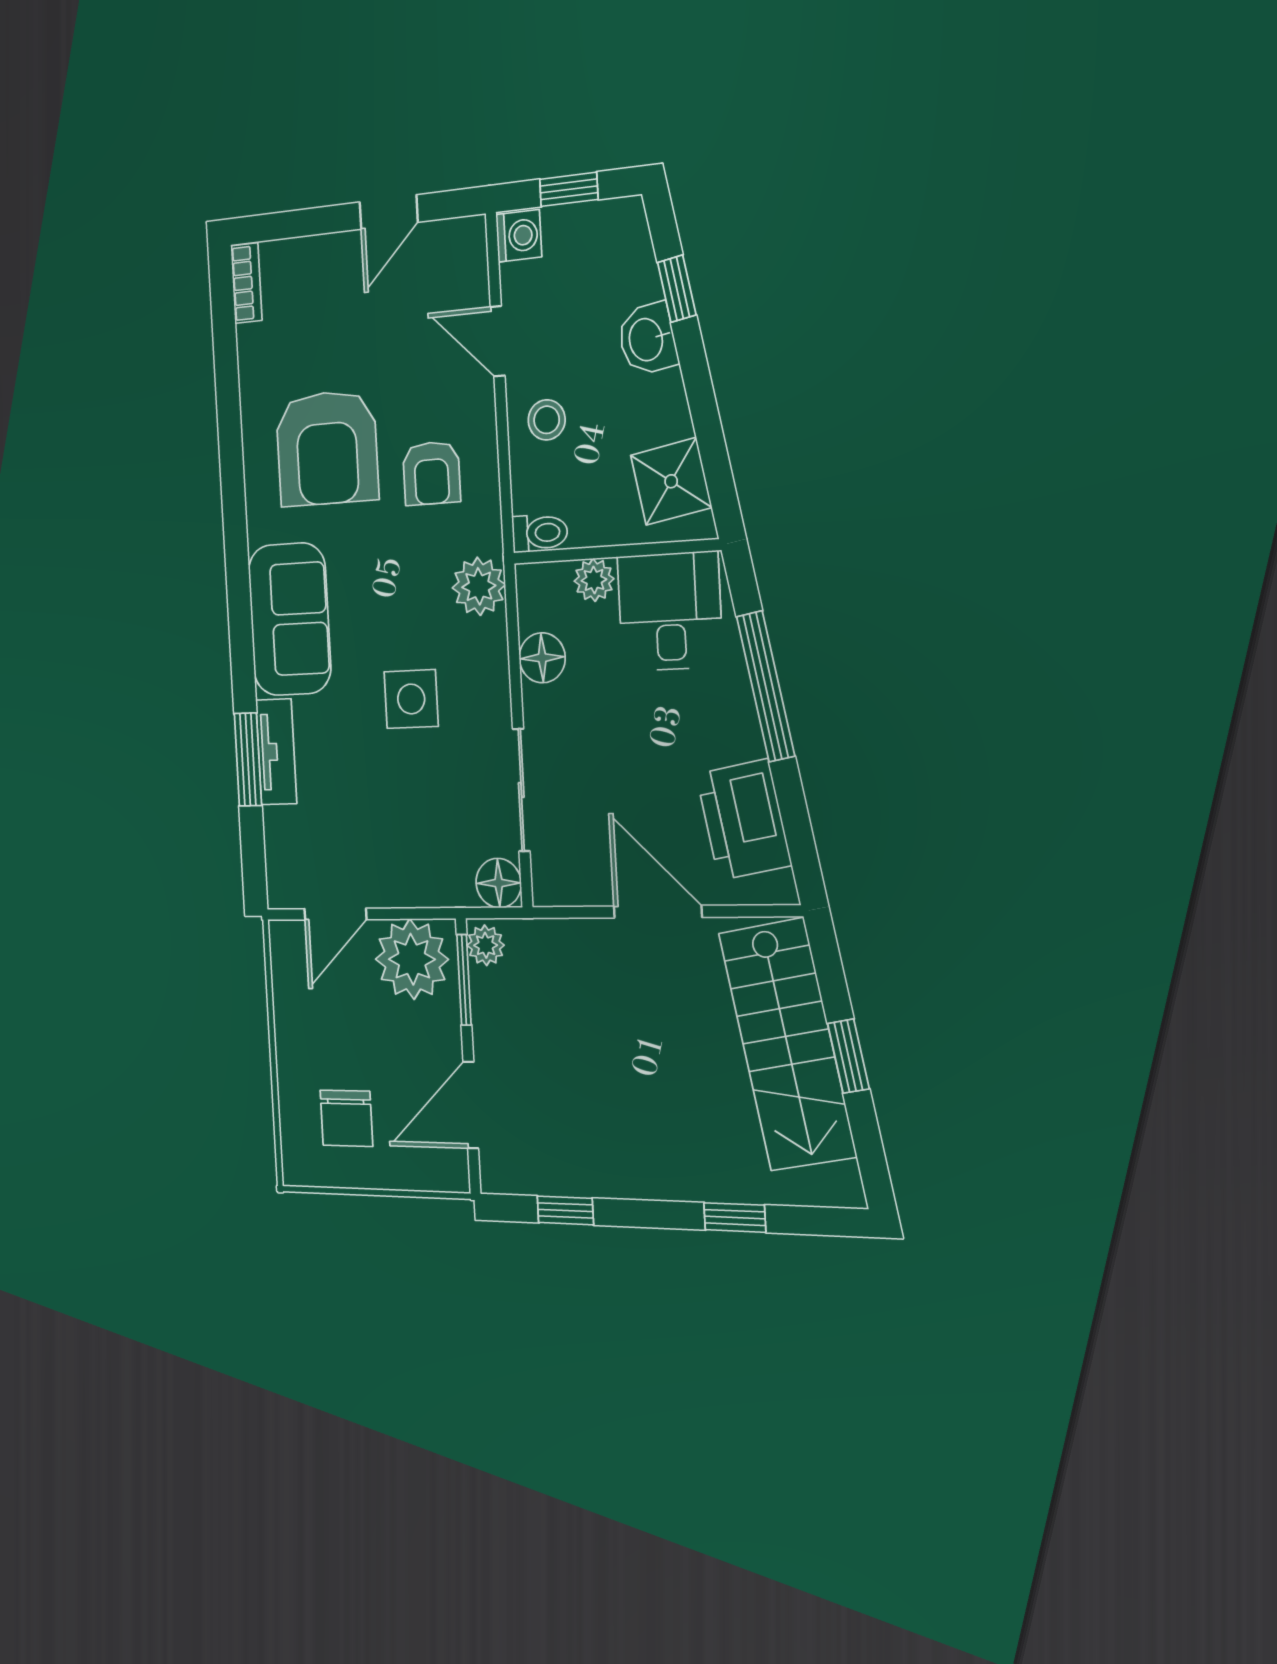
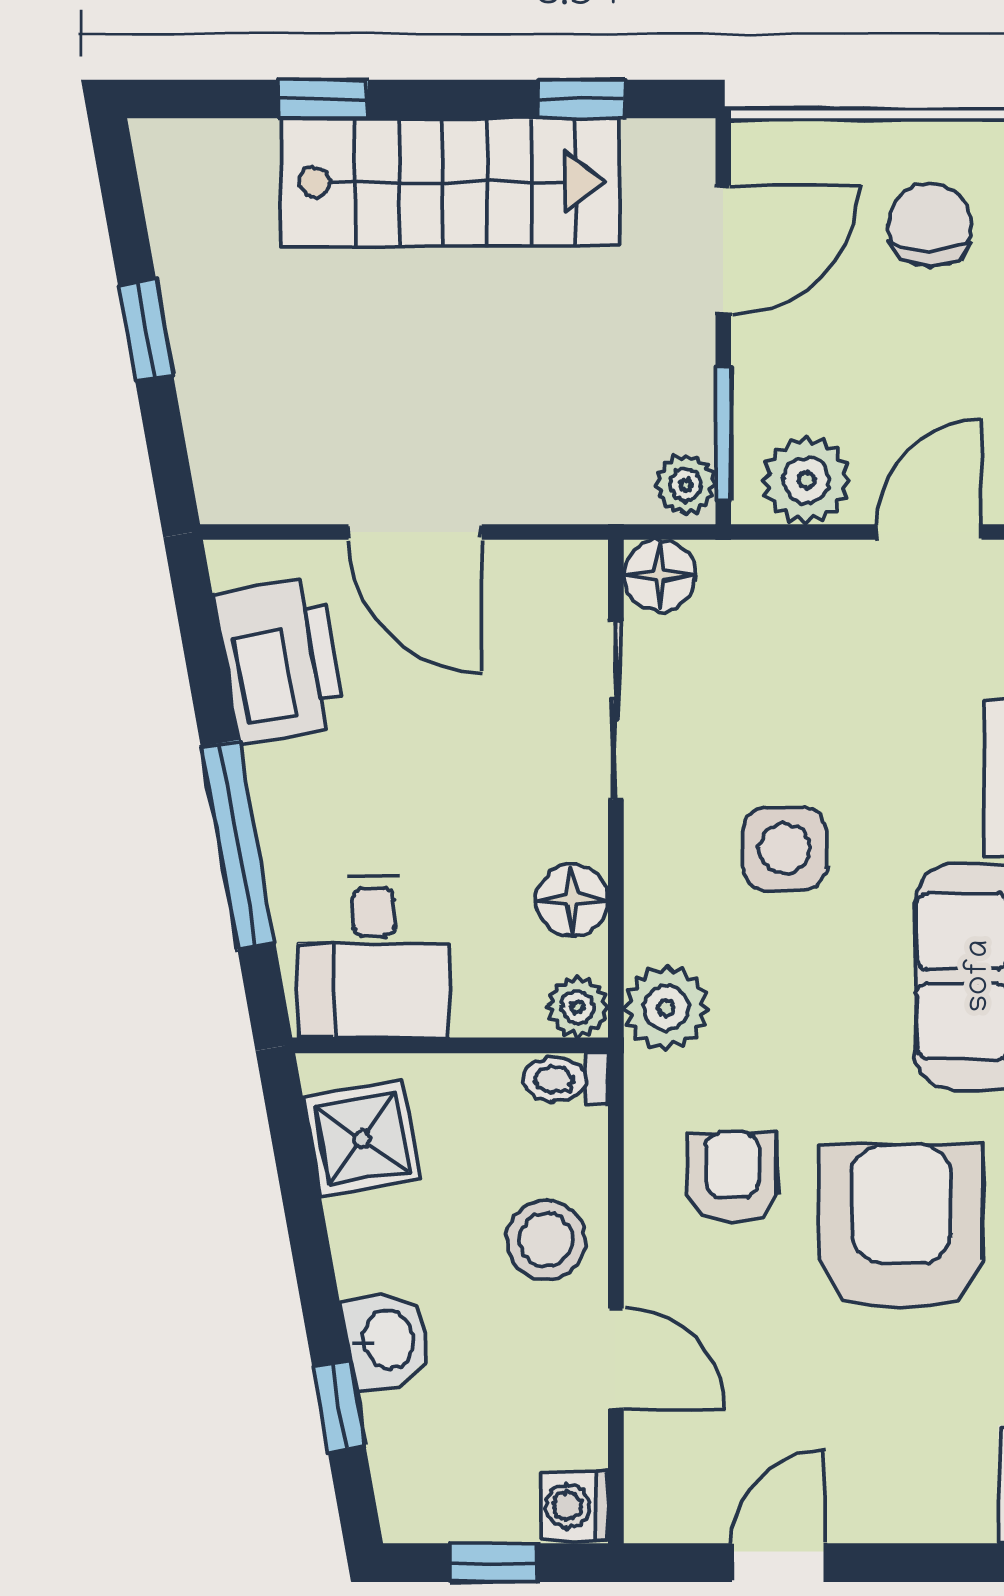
stool: (547, 420) -> (546, 1240), width x1.37, depth x1.37
plant: (594, 580) -> (577, 1007), moved
plant: (412, 959) -> (806, 480), width x0.73, depth x0.73
stairs: (787, 1044) -> (450, 182), moved, turned 100

